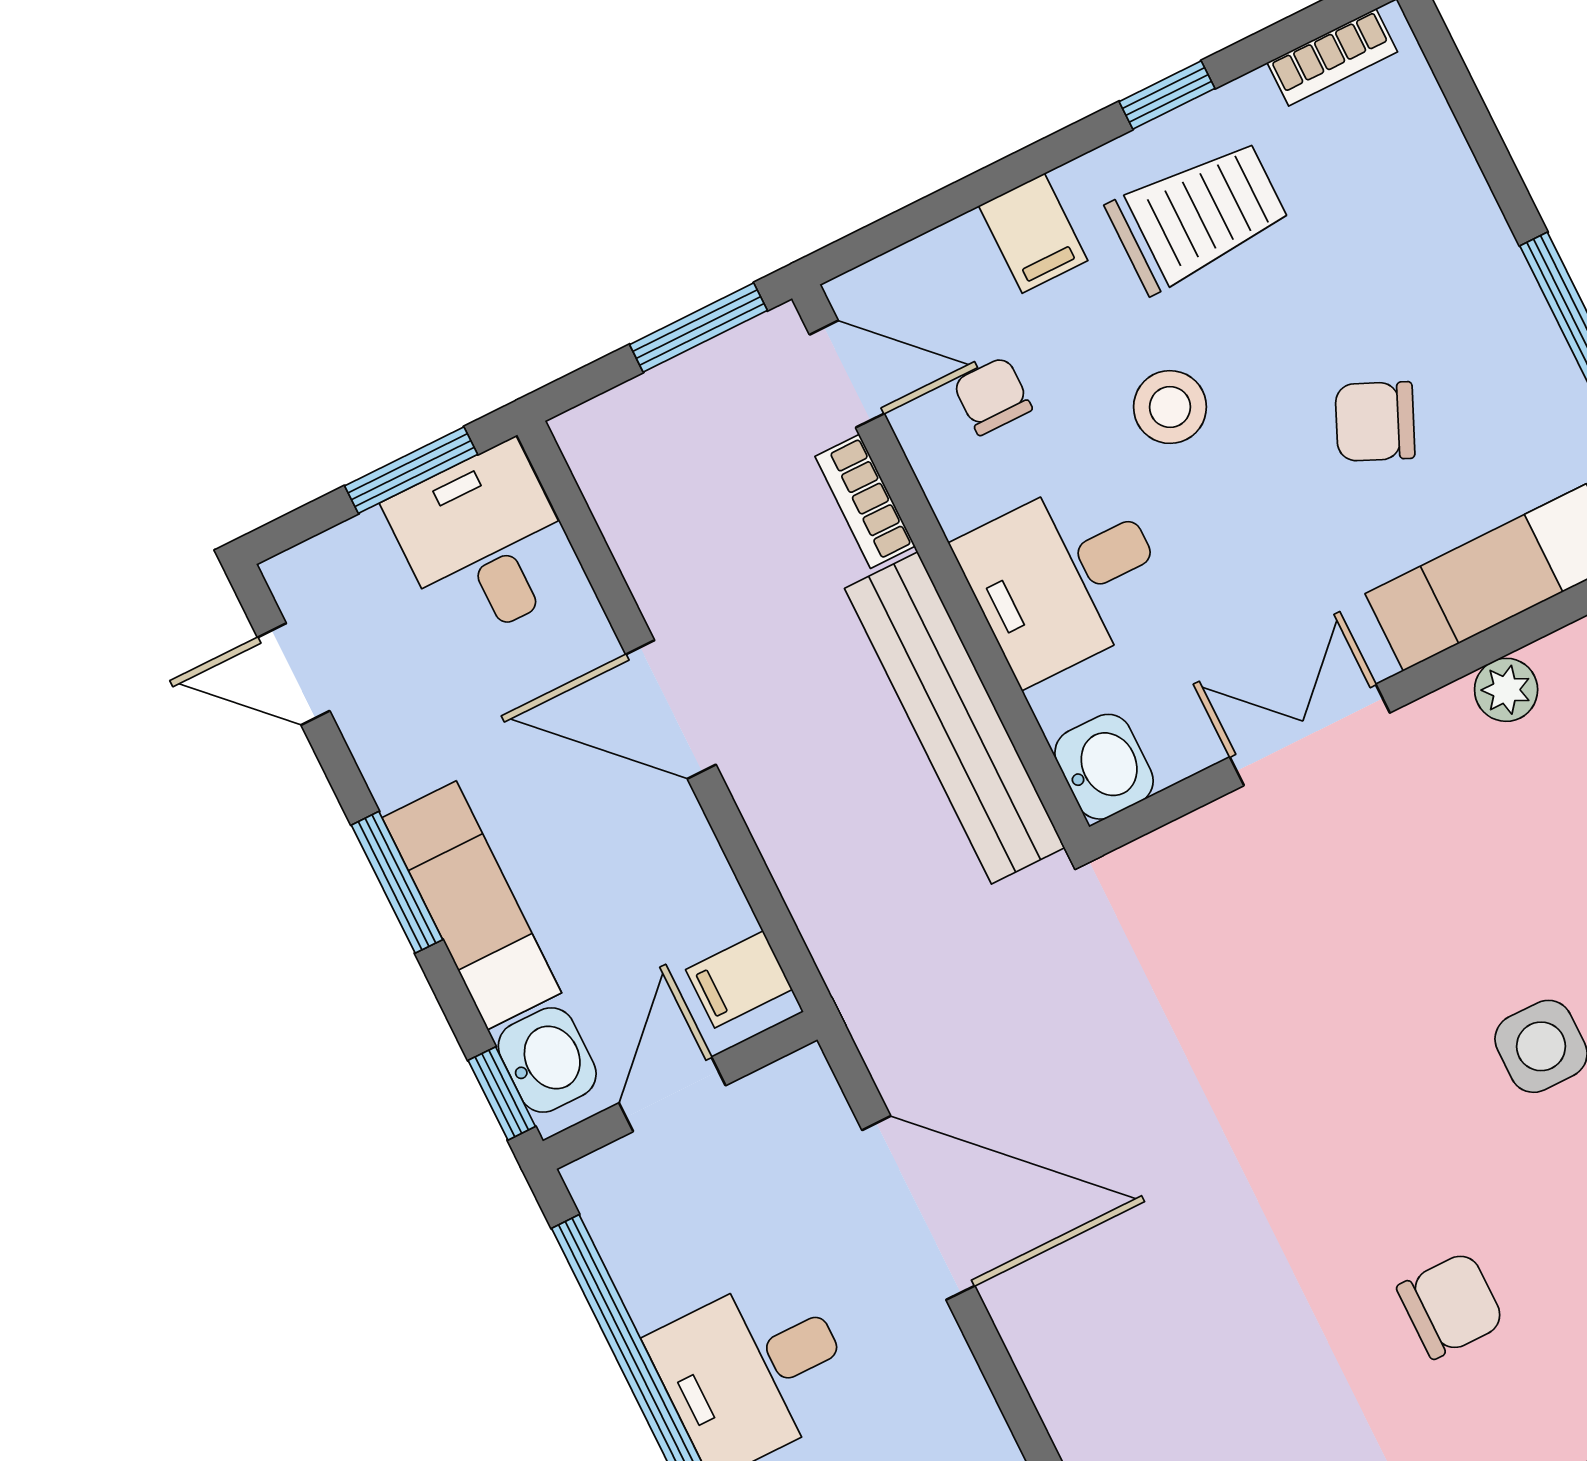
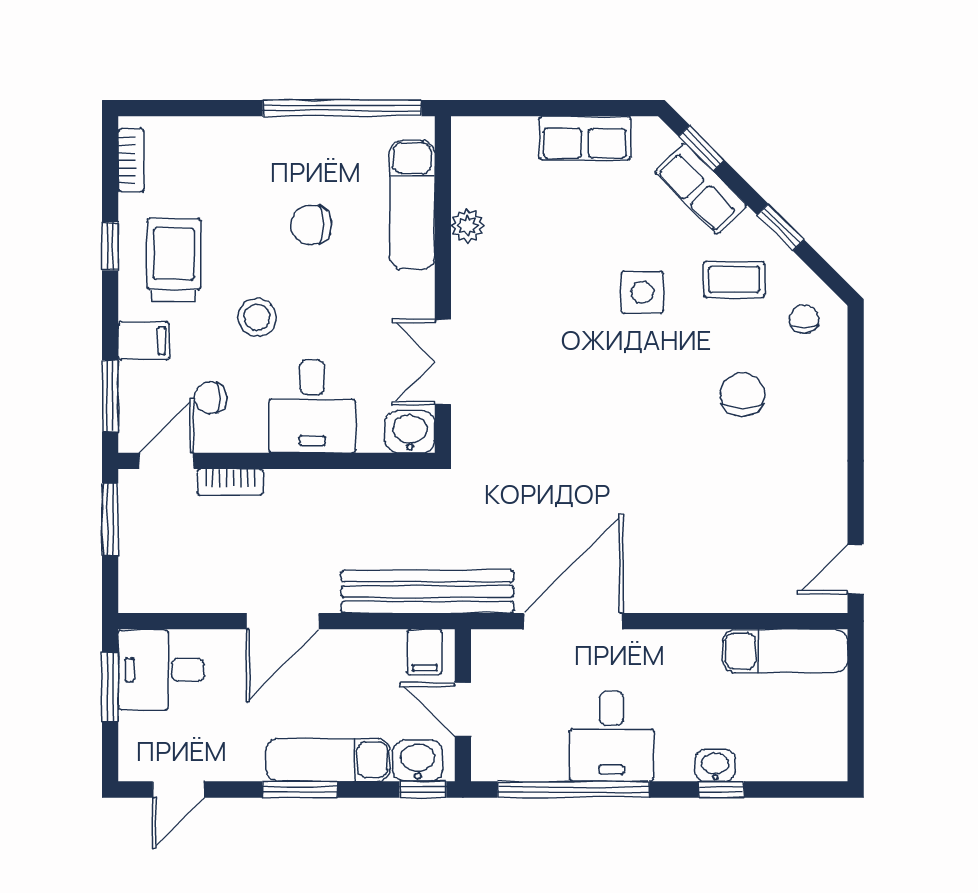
window: (911, 222) -> (110, 396), added
chair: (1375, 421) -> (311, 225), turned 66
bench: (955, 718) -> (427, 592), moved
double door: (1310, 735) -> (443, 362), moved

